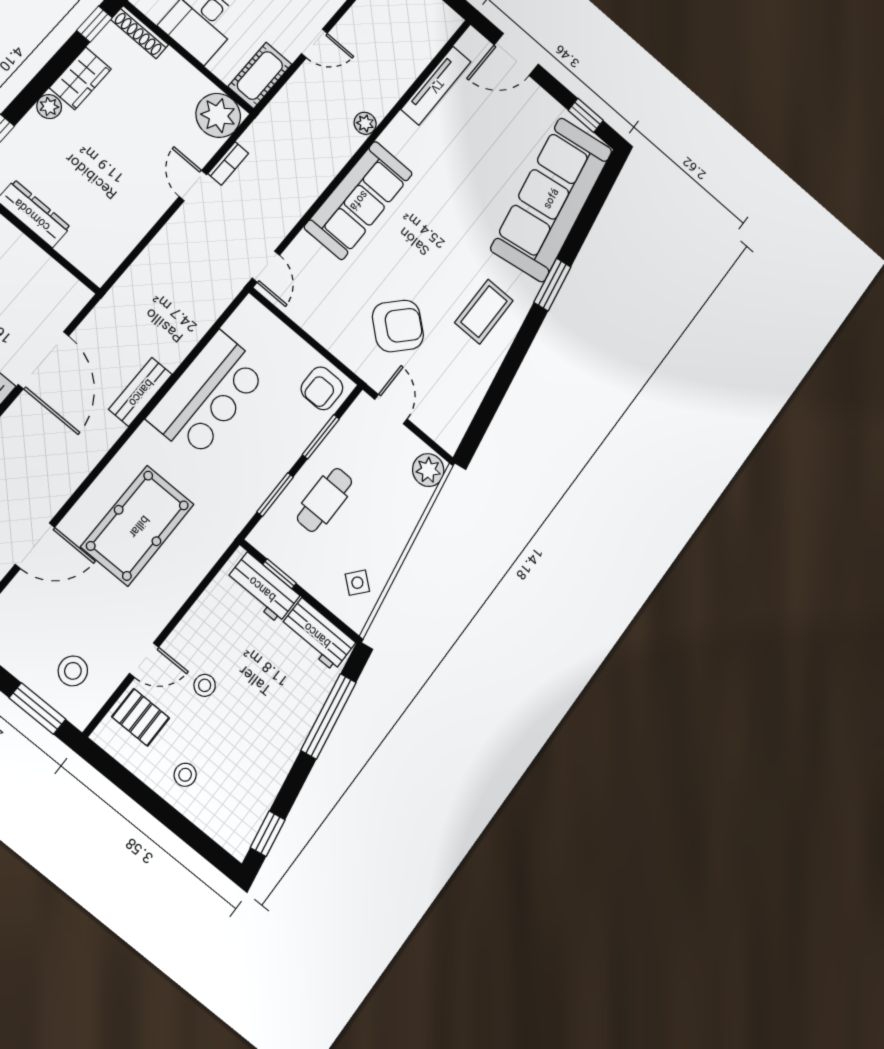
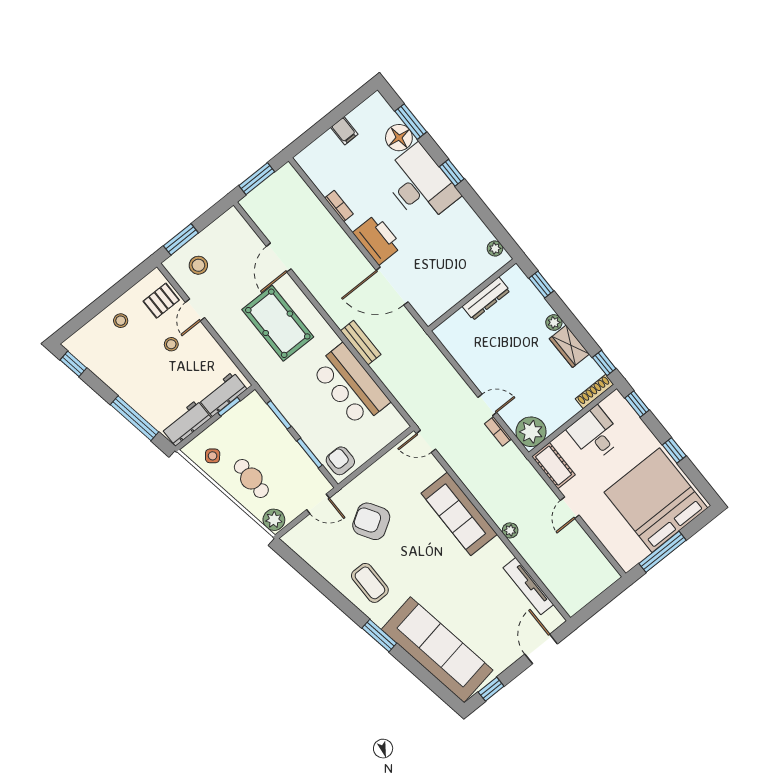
armchair: (398, 326) -> (371, 521), turned 106
cafe table: (325, 500) -> (251, 478), moved

